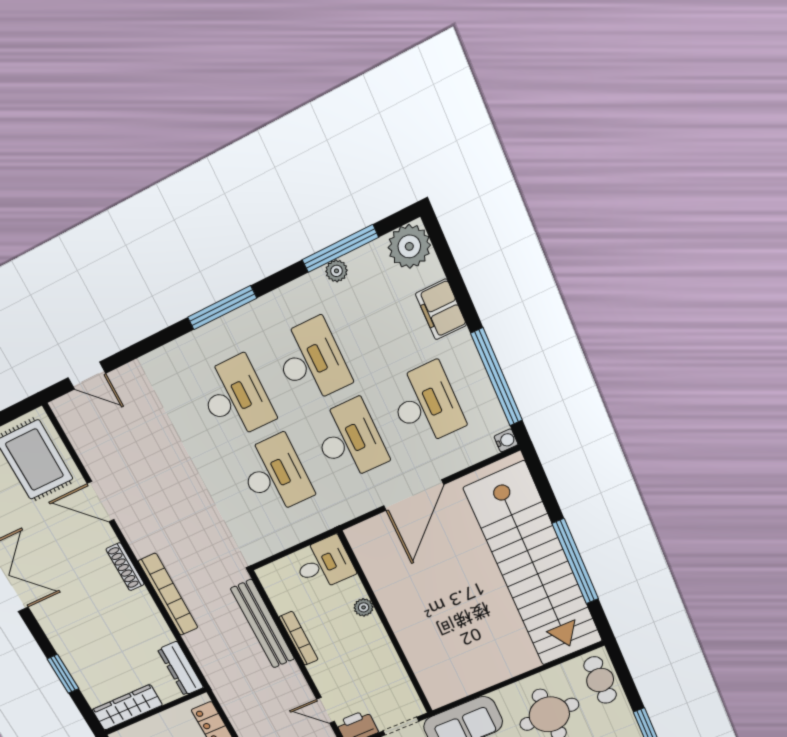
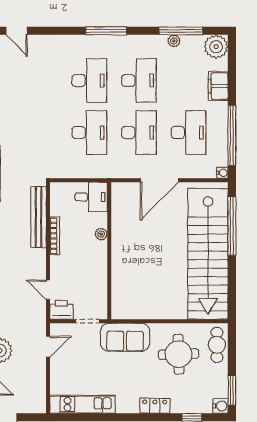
window: (575, 561) -> (232, 226), moved

